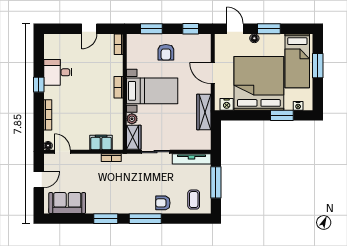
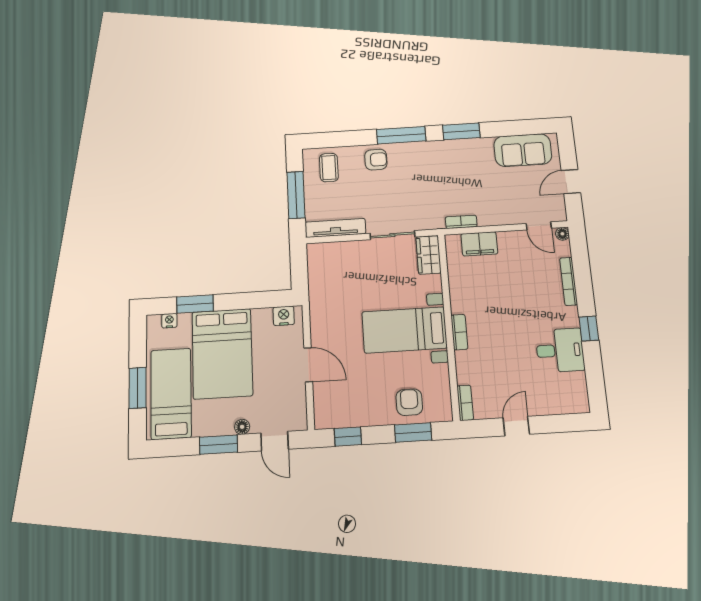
armchair: (166, 52) -> (409, 402), moved
bed: (259, 83) -> (222, 354), width x0.73
wardrobe: (204, 112) -> (320, 301), removed
plant: (132, 119) -> (434, 284), removed

